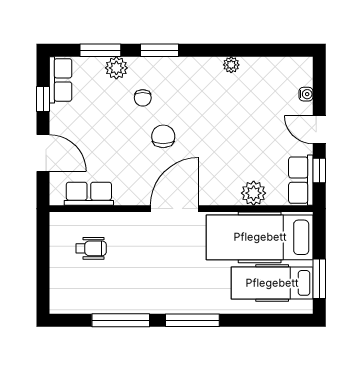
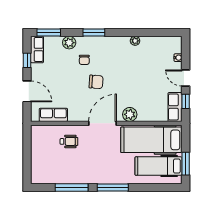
window: (100, 50) -> (49, 32), moved
chair: (163, 136) -> (96, 82), turned 94
plant: (254, 193) -> (130, 114), moved
wheelchair: (91, 248) -> (69, 141), moved

